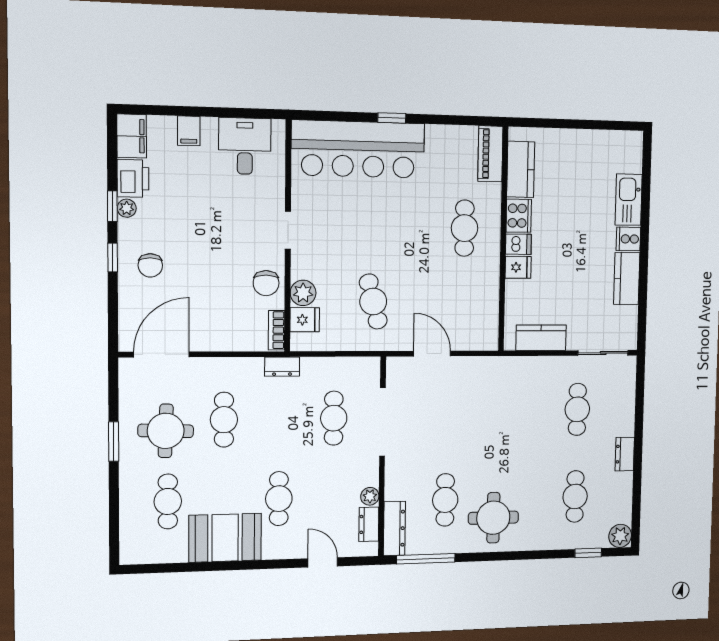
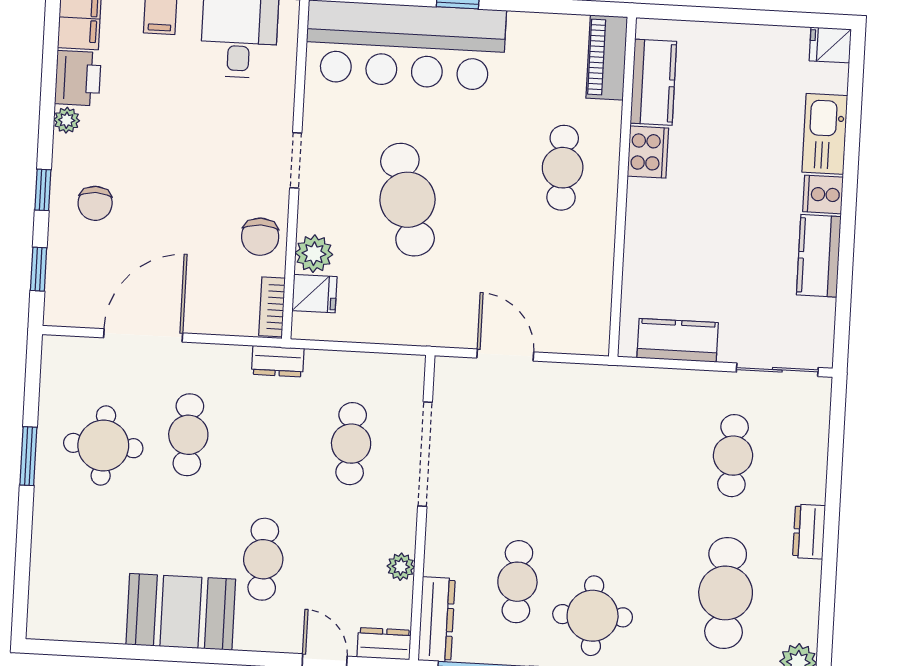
window: (112, 206) -> (39, 269), moved
dishwasher: (518, 244) -> (646, 195), removed
fridge: (518, 267) -> (830, 45), moved, turned 180
cafe table: (373, 301) -> (407, 200), moved, width x1.37, depth x1.35
door: (162, 355) -> (143, 335), moved
cafe table: (575, 496) -> (726, 593), width x1.37, depth x1.35
cafe table: (168, 501) -> (101, 550), removed
dresser: (369, 524) -> (384, 644), moved, turned 90

